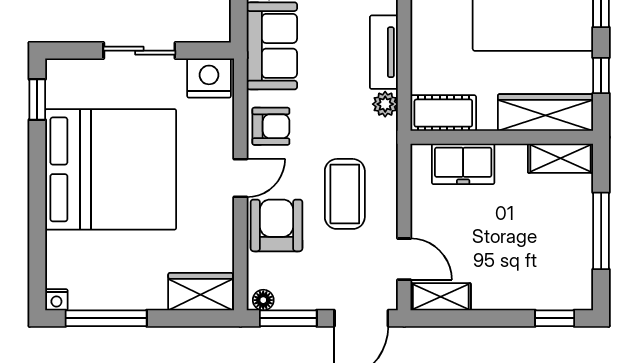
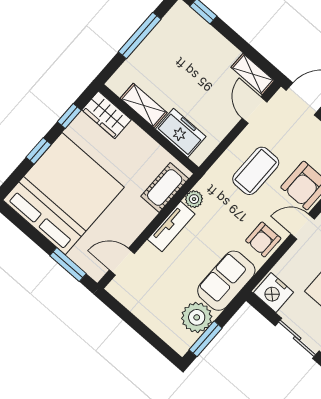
cot: (443, 113) -> (165, 187), moved, turned 90
wardrobe: (546, 113) -> (107, 115), width x0.67
armchair: (271, 126) -> (263, 239), turned -90
shelving: (560, 158) -> (144, 106), moved

